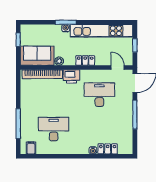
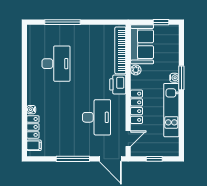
kitchen unit: (102, 31) -> (171, 110), width x0.73
locker: (85, 60) -> (137, 107), width x1.53
filing cabinet: (31, 148) -> (34, 145), moved

